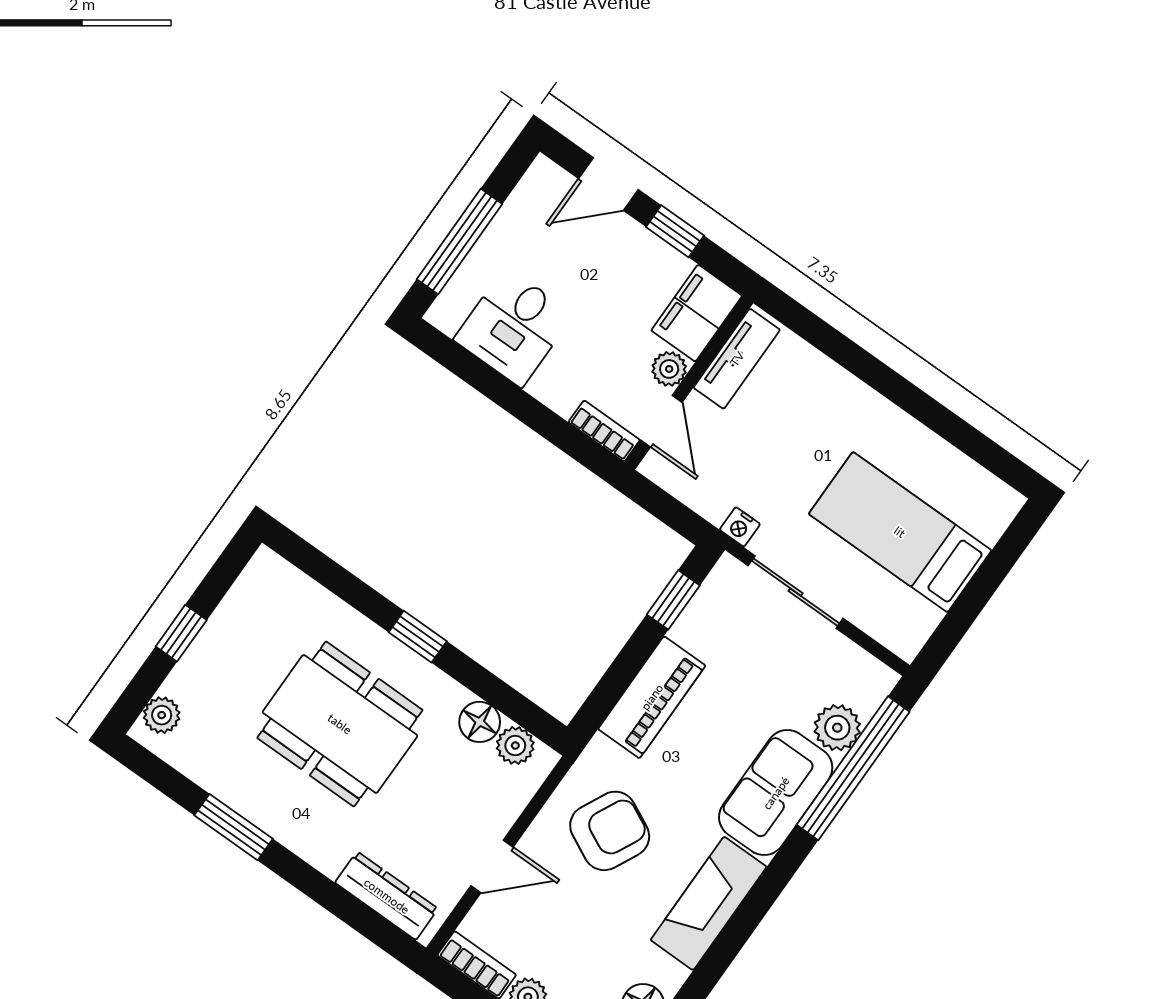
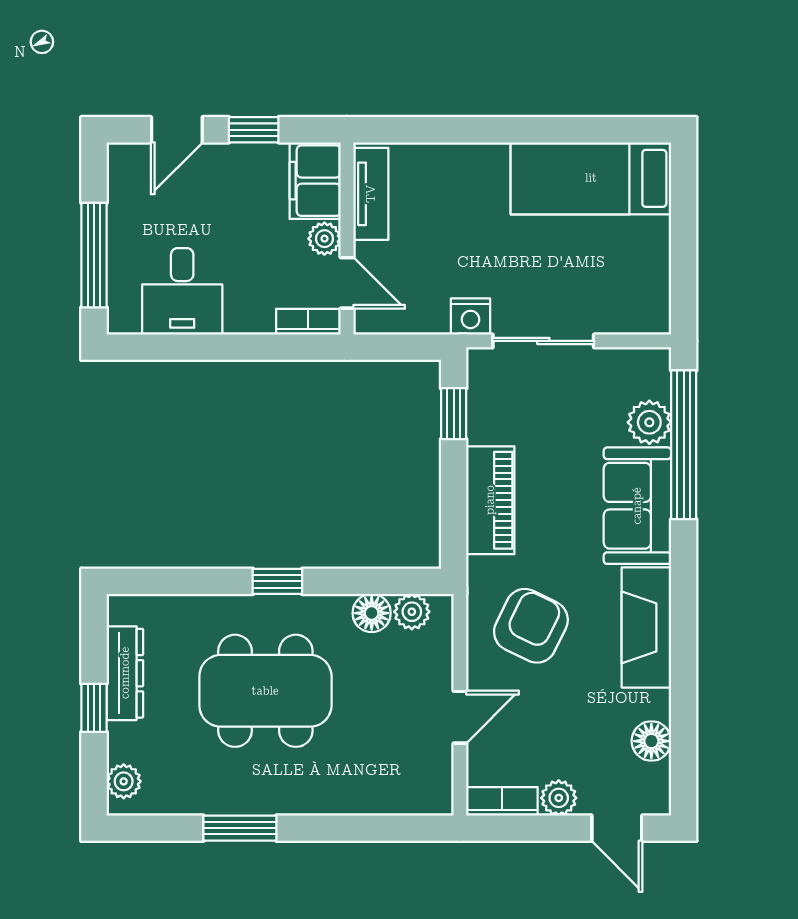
nightstand: (740, 527) -> (470, 317), width x1.39, depth x1.35
bed: (900, 532) -> (591, 178), moved
dresser: (387, 896) -> (125, 673), moved, turned 90

